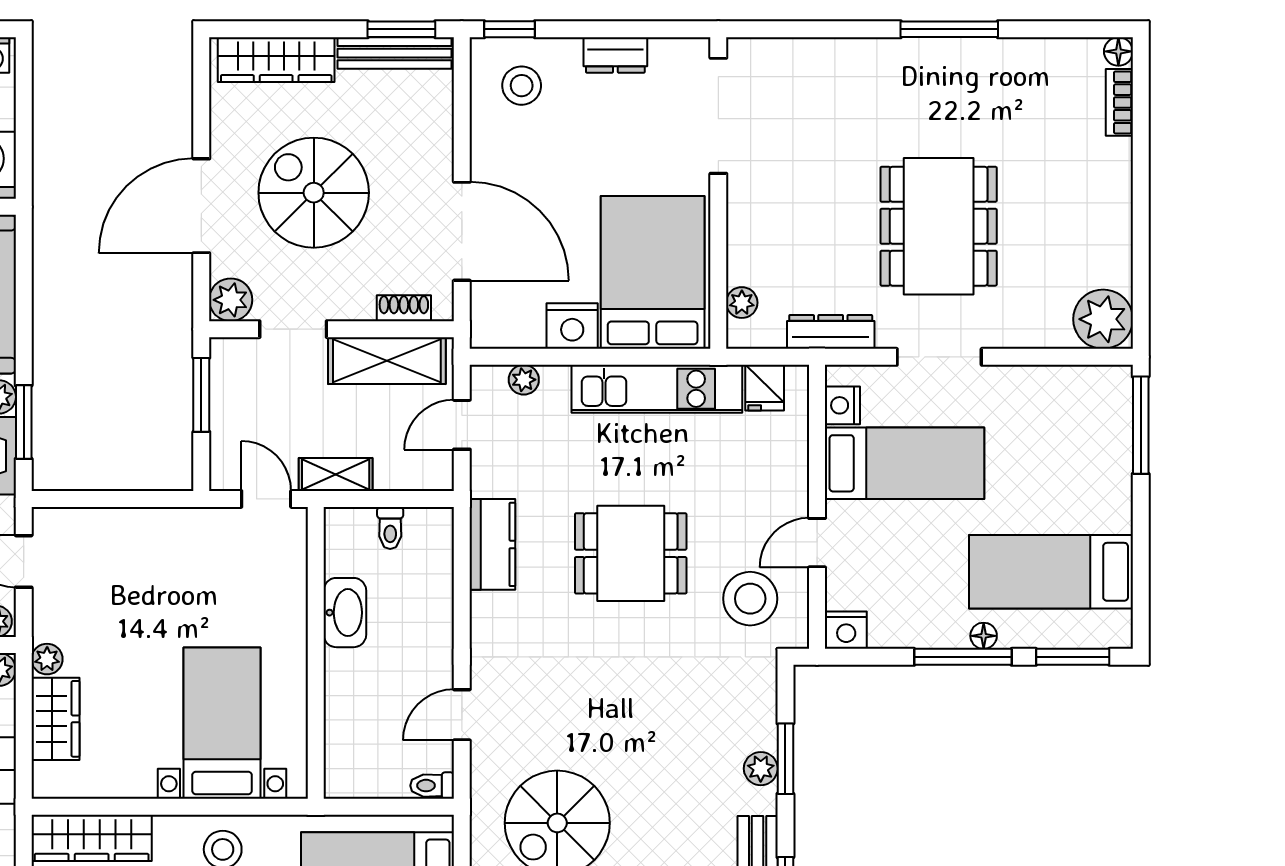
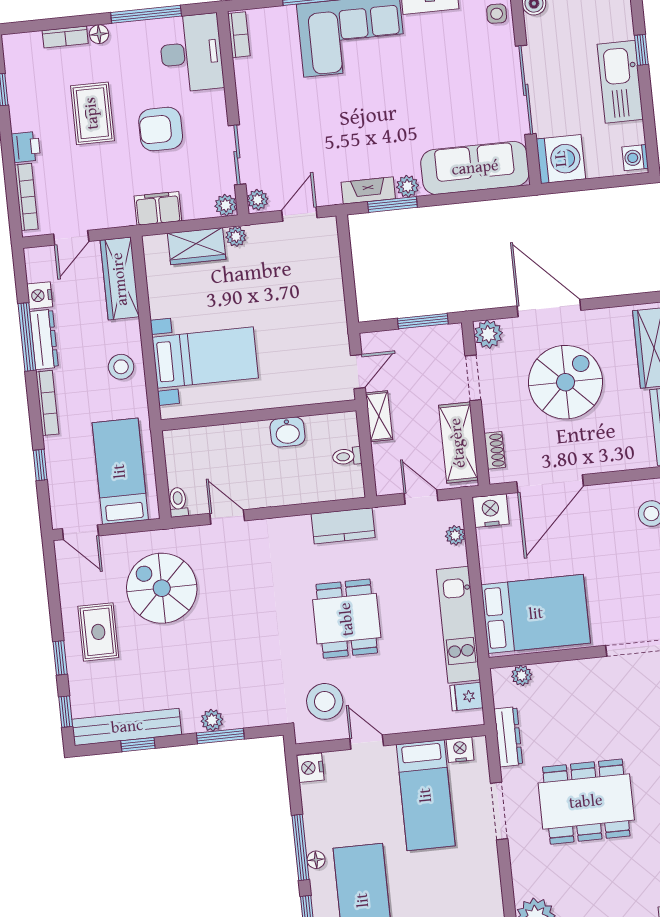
nightstand: (572, 326) -> (491, 511), moved, turned 90
washbasin: (345, 613) -> (287, 432), width x0.72

